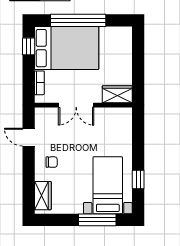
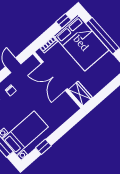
double door: (76, 105) -> (54, 76), width x1.37

